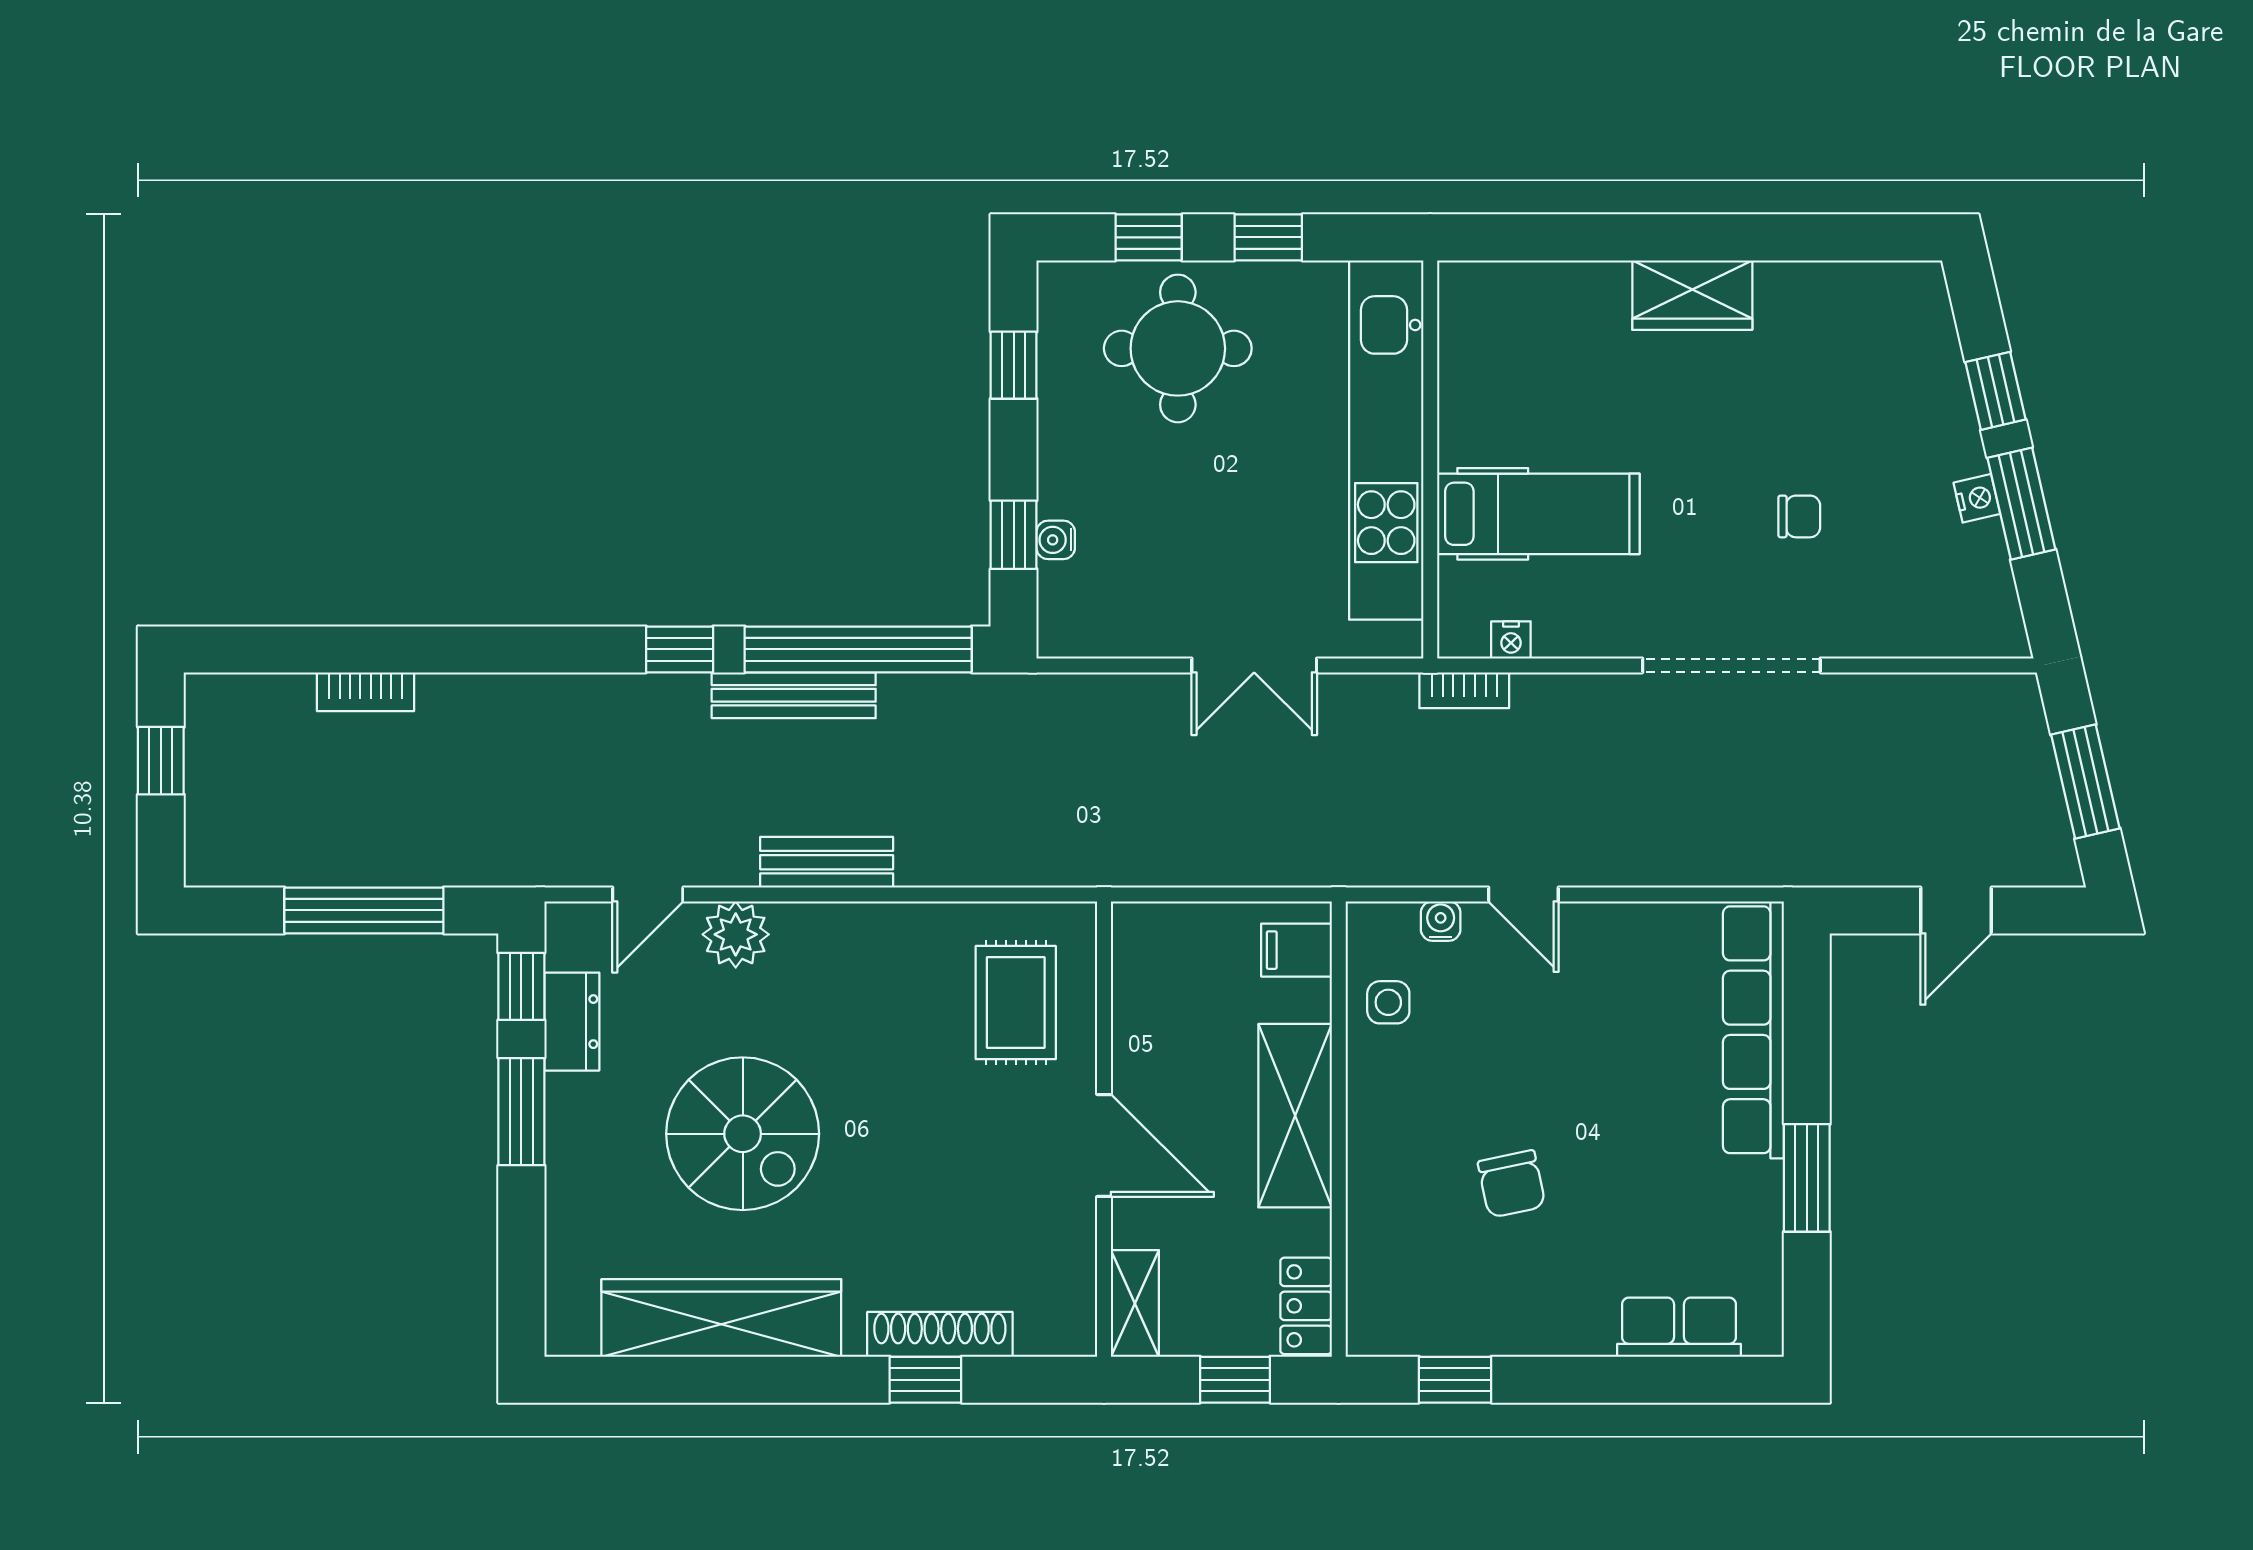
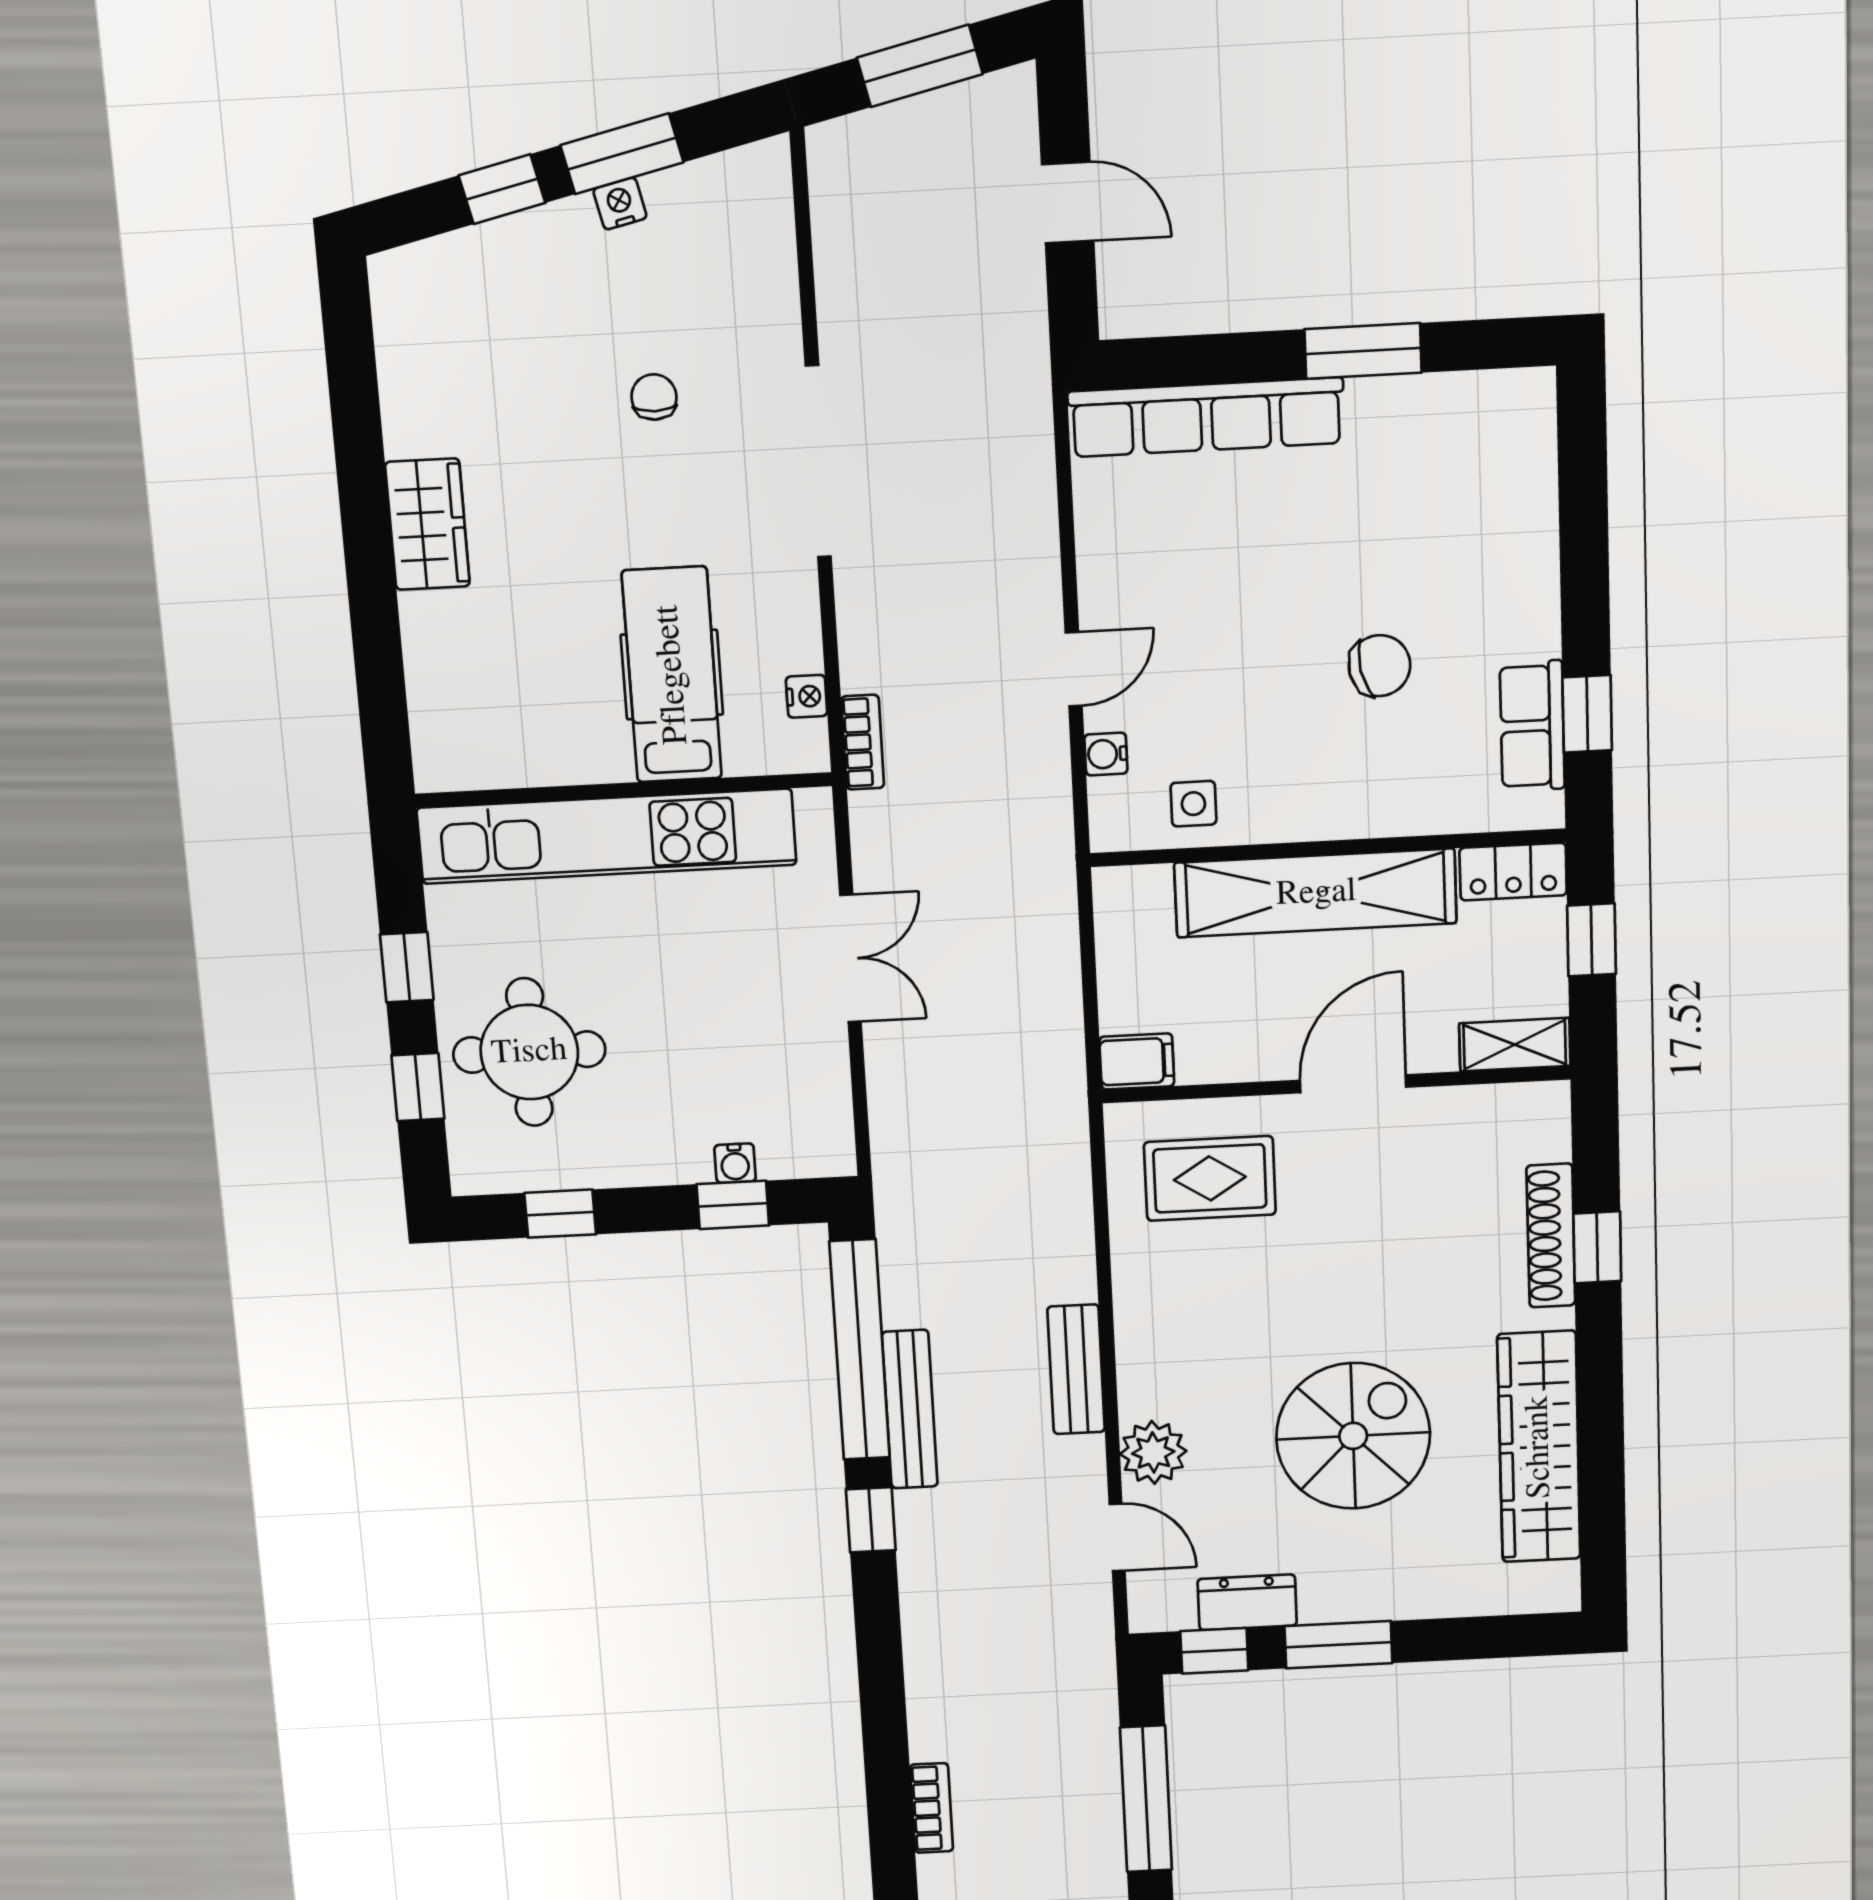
filing cabinet: (1296, 950) -> (1137, 1061), moved, turned -90
shelving: (1295, 1116) -> (1316, 893), width x1.47
row of seats: (1679, 1327) -> (1532, 726), moved

